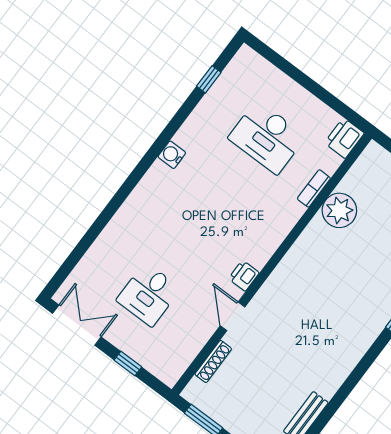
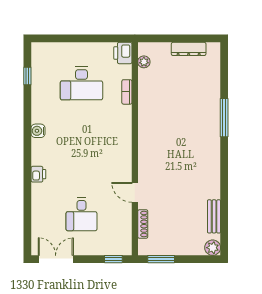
plant: (339, 210) -> (144, 62), moved, width x0.53, depth x0.53
printer: (244, 276) -> (38, 174), moved, turned 180
window: (128, 364) -> (113, 259), moved

